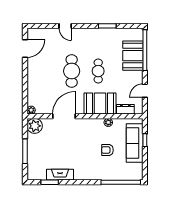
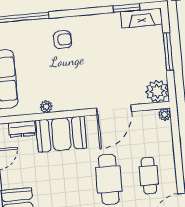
cafe table: (98, 71) -> (149, 176), moved
armchair: (107, 150) -> (62, 40), moved
fireplace: (60, 175) -> (141, 18), moved

